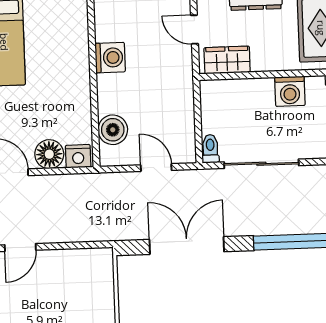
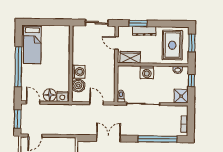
washing machine: (110, 58) -> (78, 72), moved
washing machine: (290, 91) -> (147, 72), moved
double door: (187, 246) -> (108, 138), width x0.73

